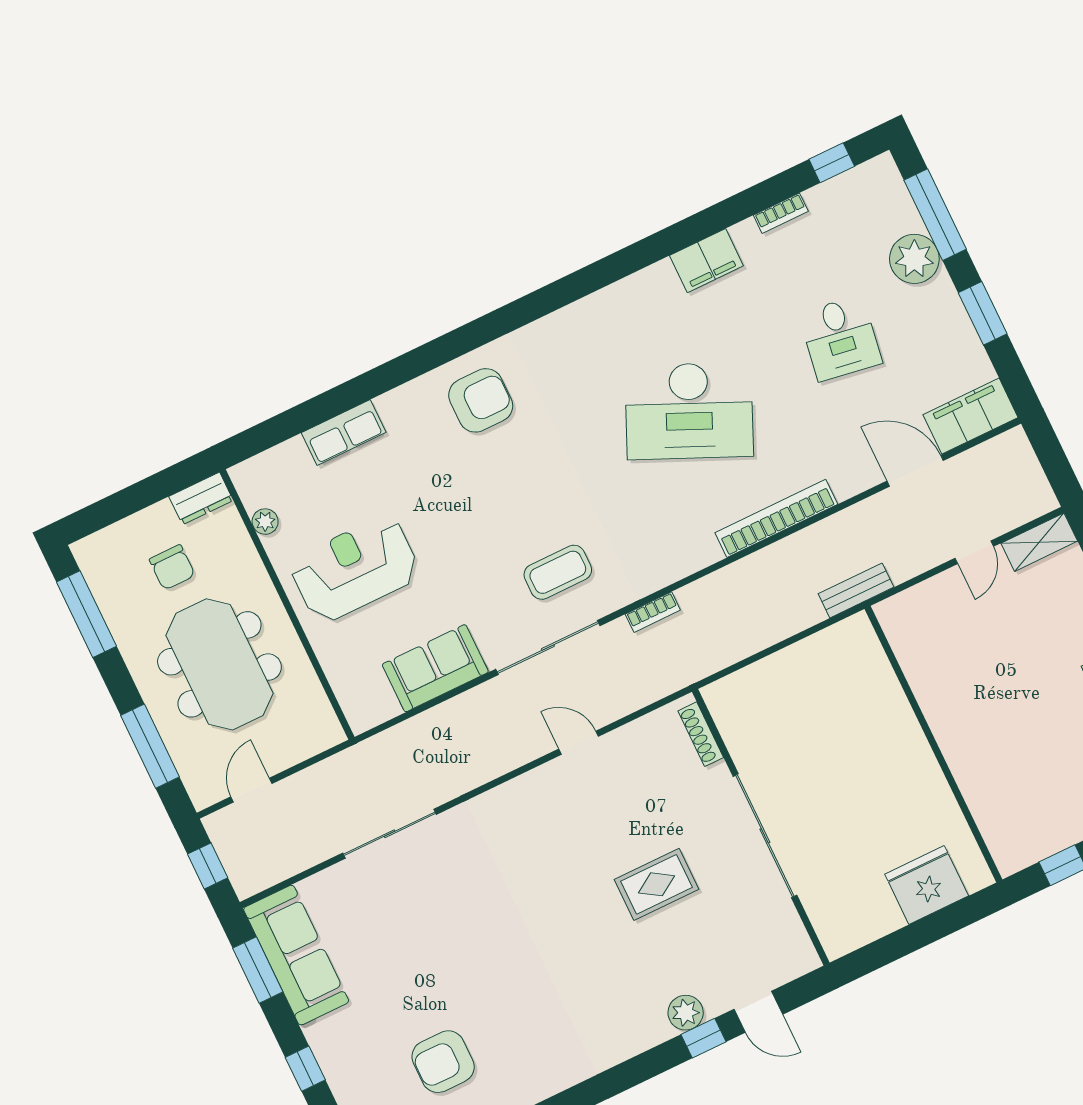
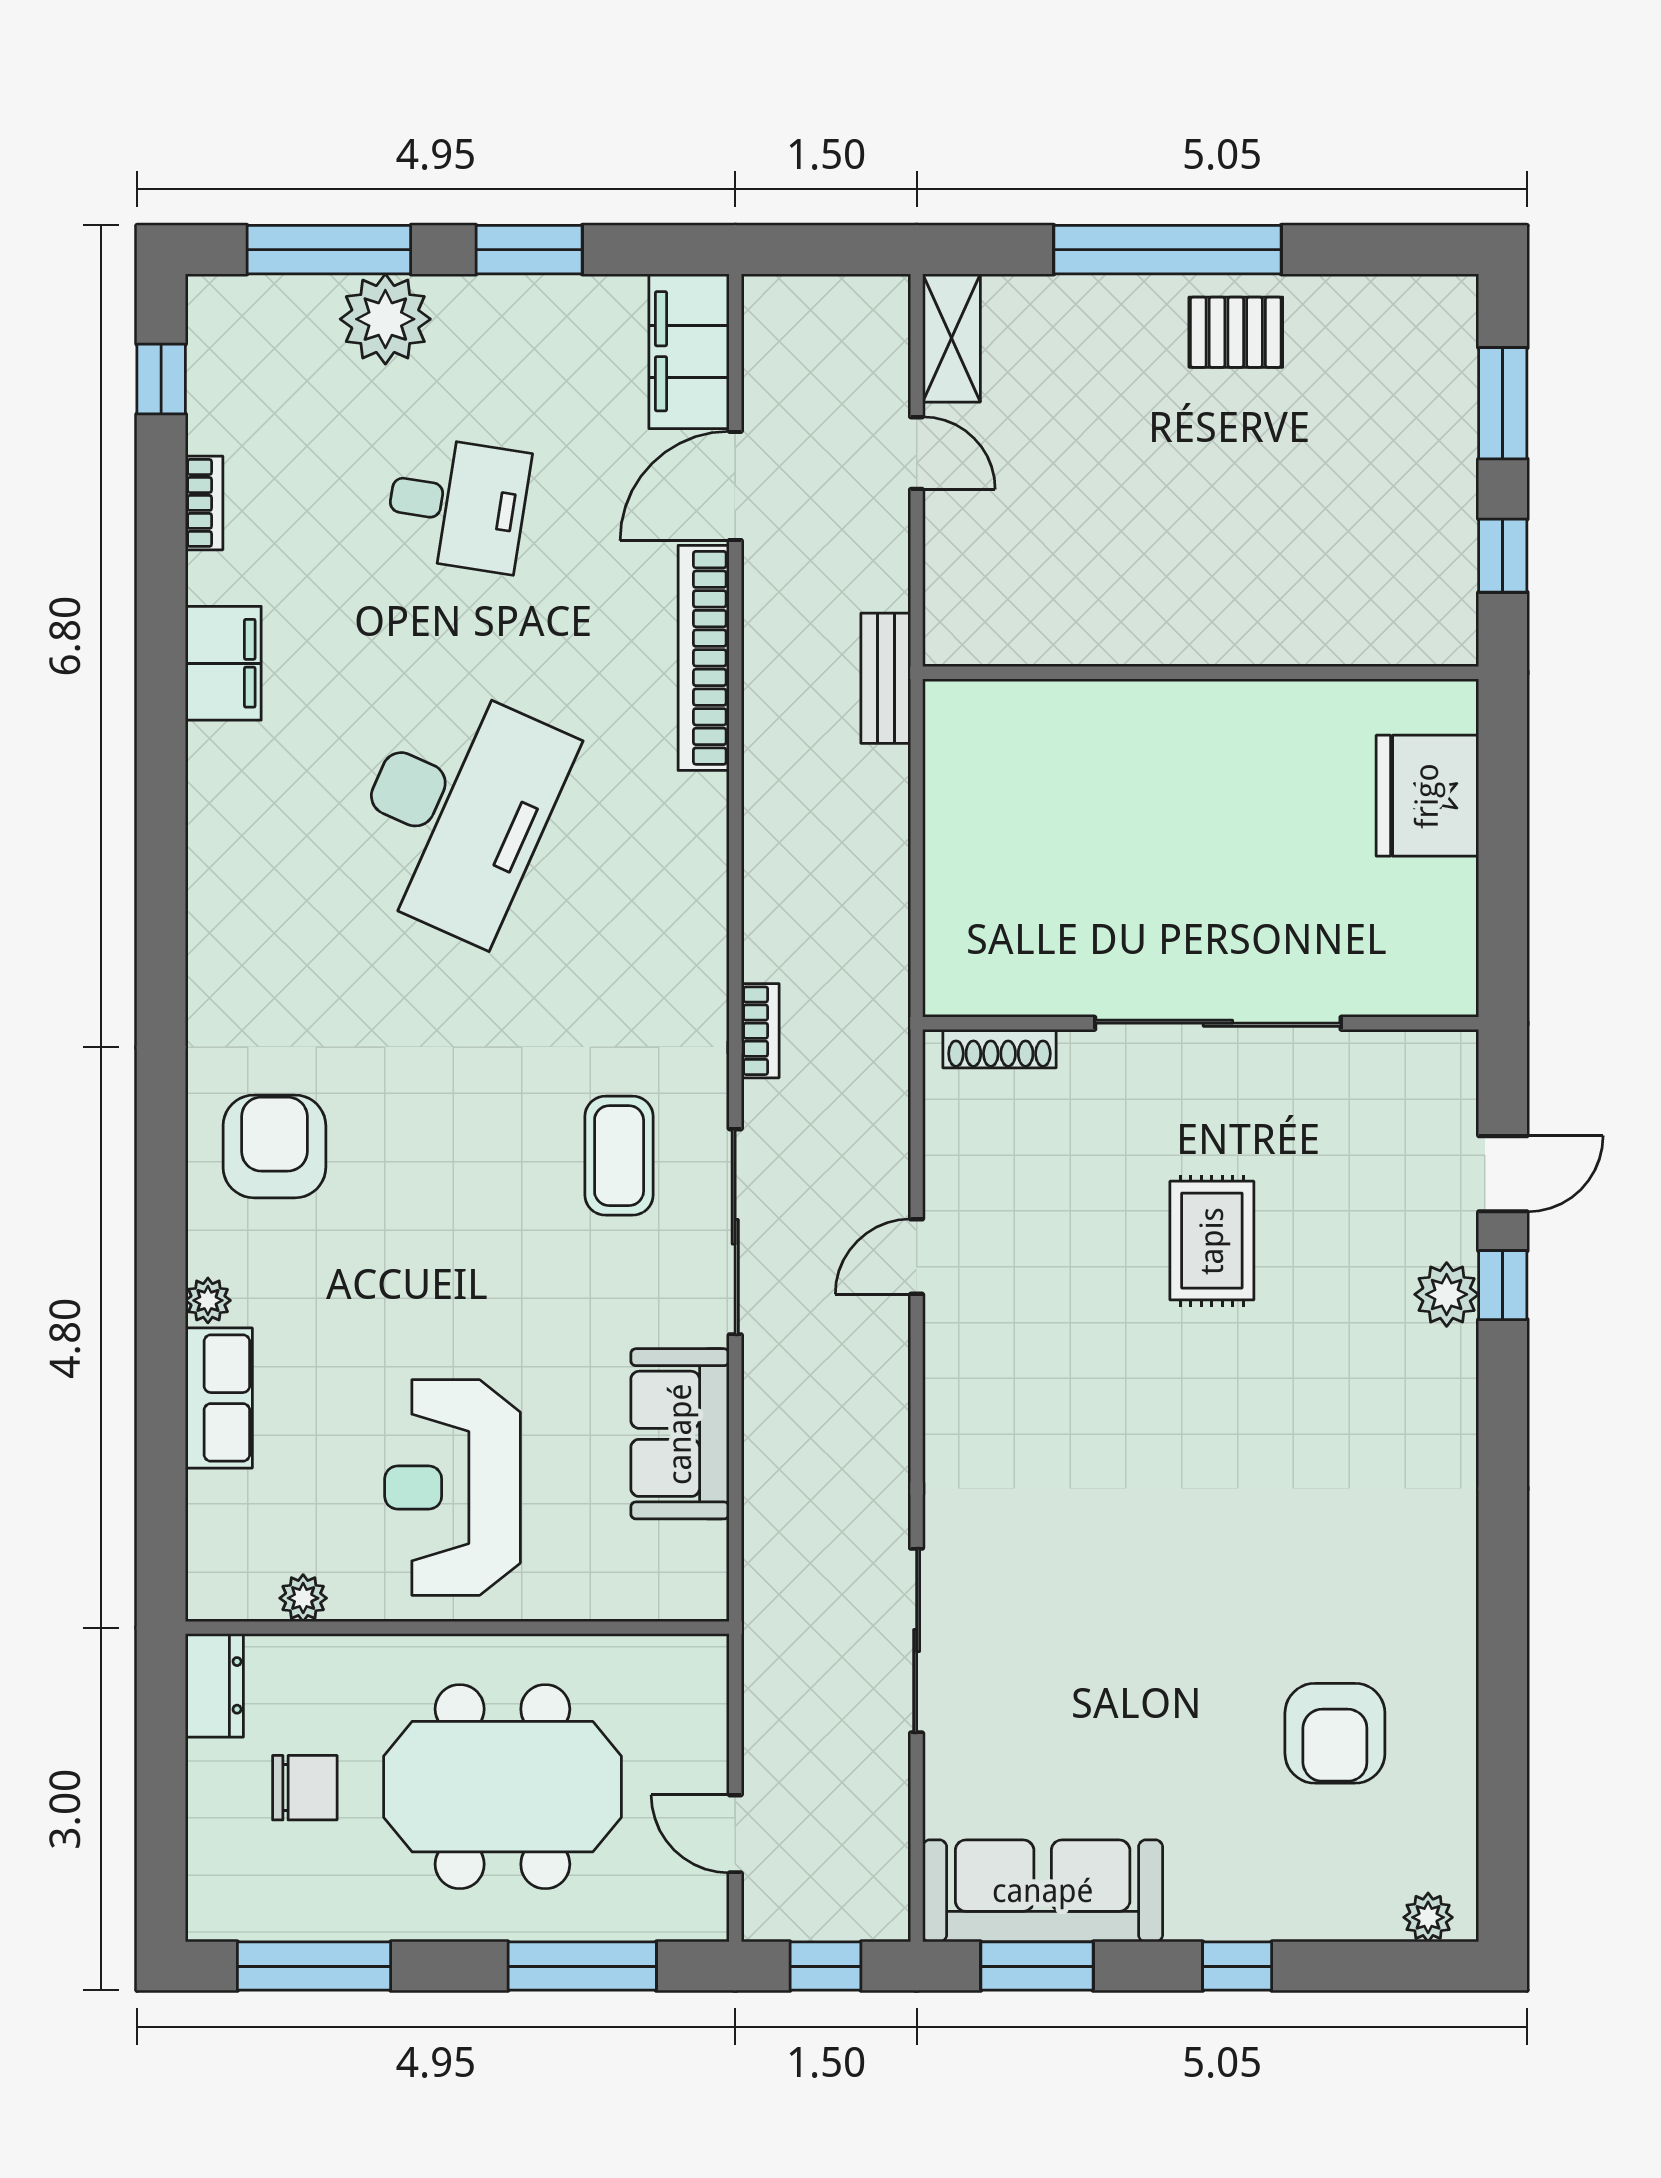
plant: (389, 404) -> (208, 1300), added
bookcase: (776, 518) -> (704, 658), moved

